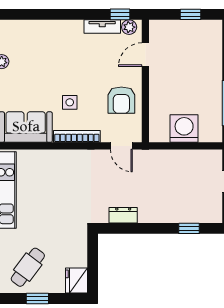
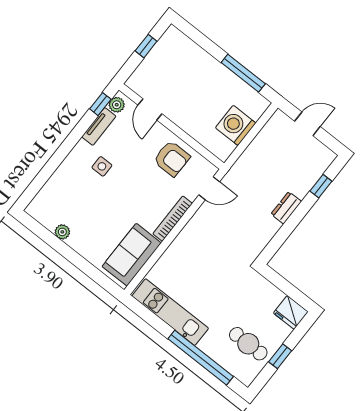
side table: (70, 102) -> (102, 166), moved
dresser: (123, 215) -> (286, 208), moved
cafe table: (28, 267) -> (248, 344), turned -37

